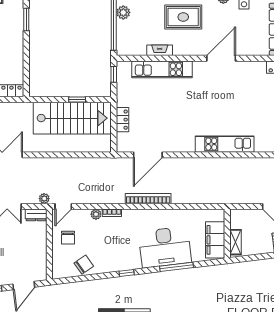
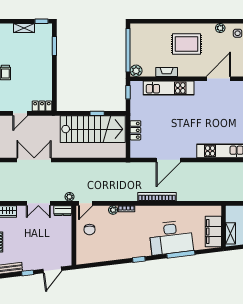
plant: (123, 12) -> (136, 71), moved
door: (148, 155) -> (168, 160), moved
chair: (84, 265) -> (103, 252), removed

